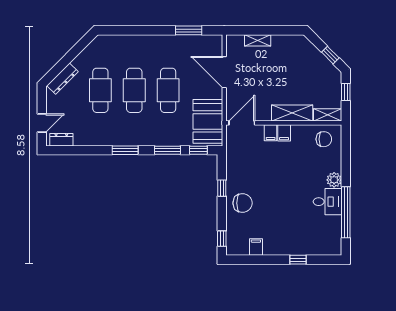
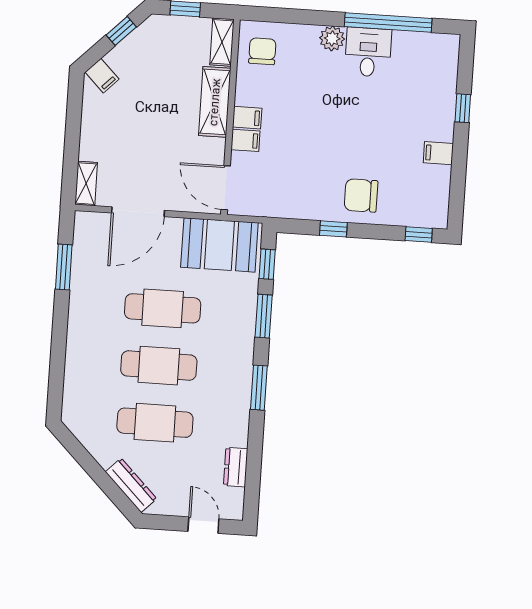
shelving: (258, 40) -> (86, 184), moved
filing cabinet: (303, 45) -> (102, 76), added
dresser: (61, 140) -> (236, 467), moved
chair: (243, 203) -> (361, 195), turned -90
filing cabinet: (256, 247) -> (438, 153), moved

